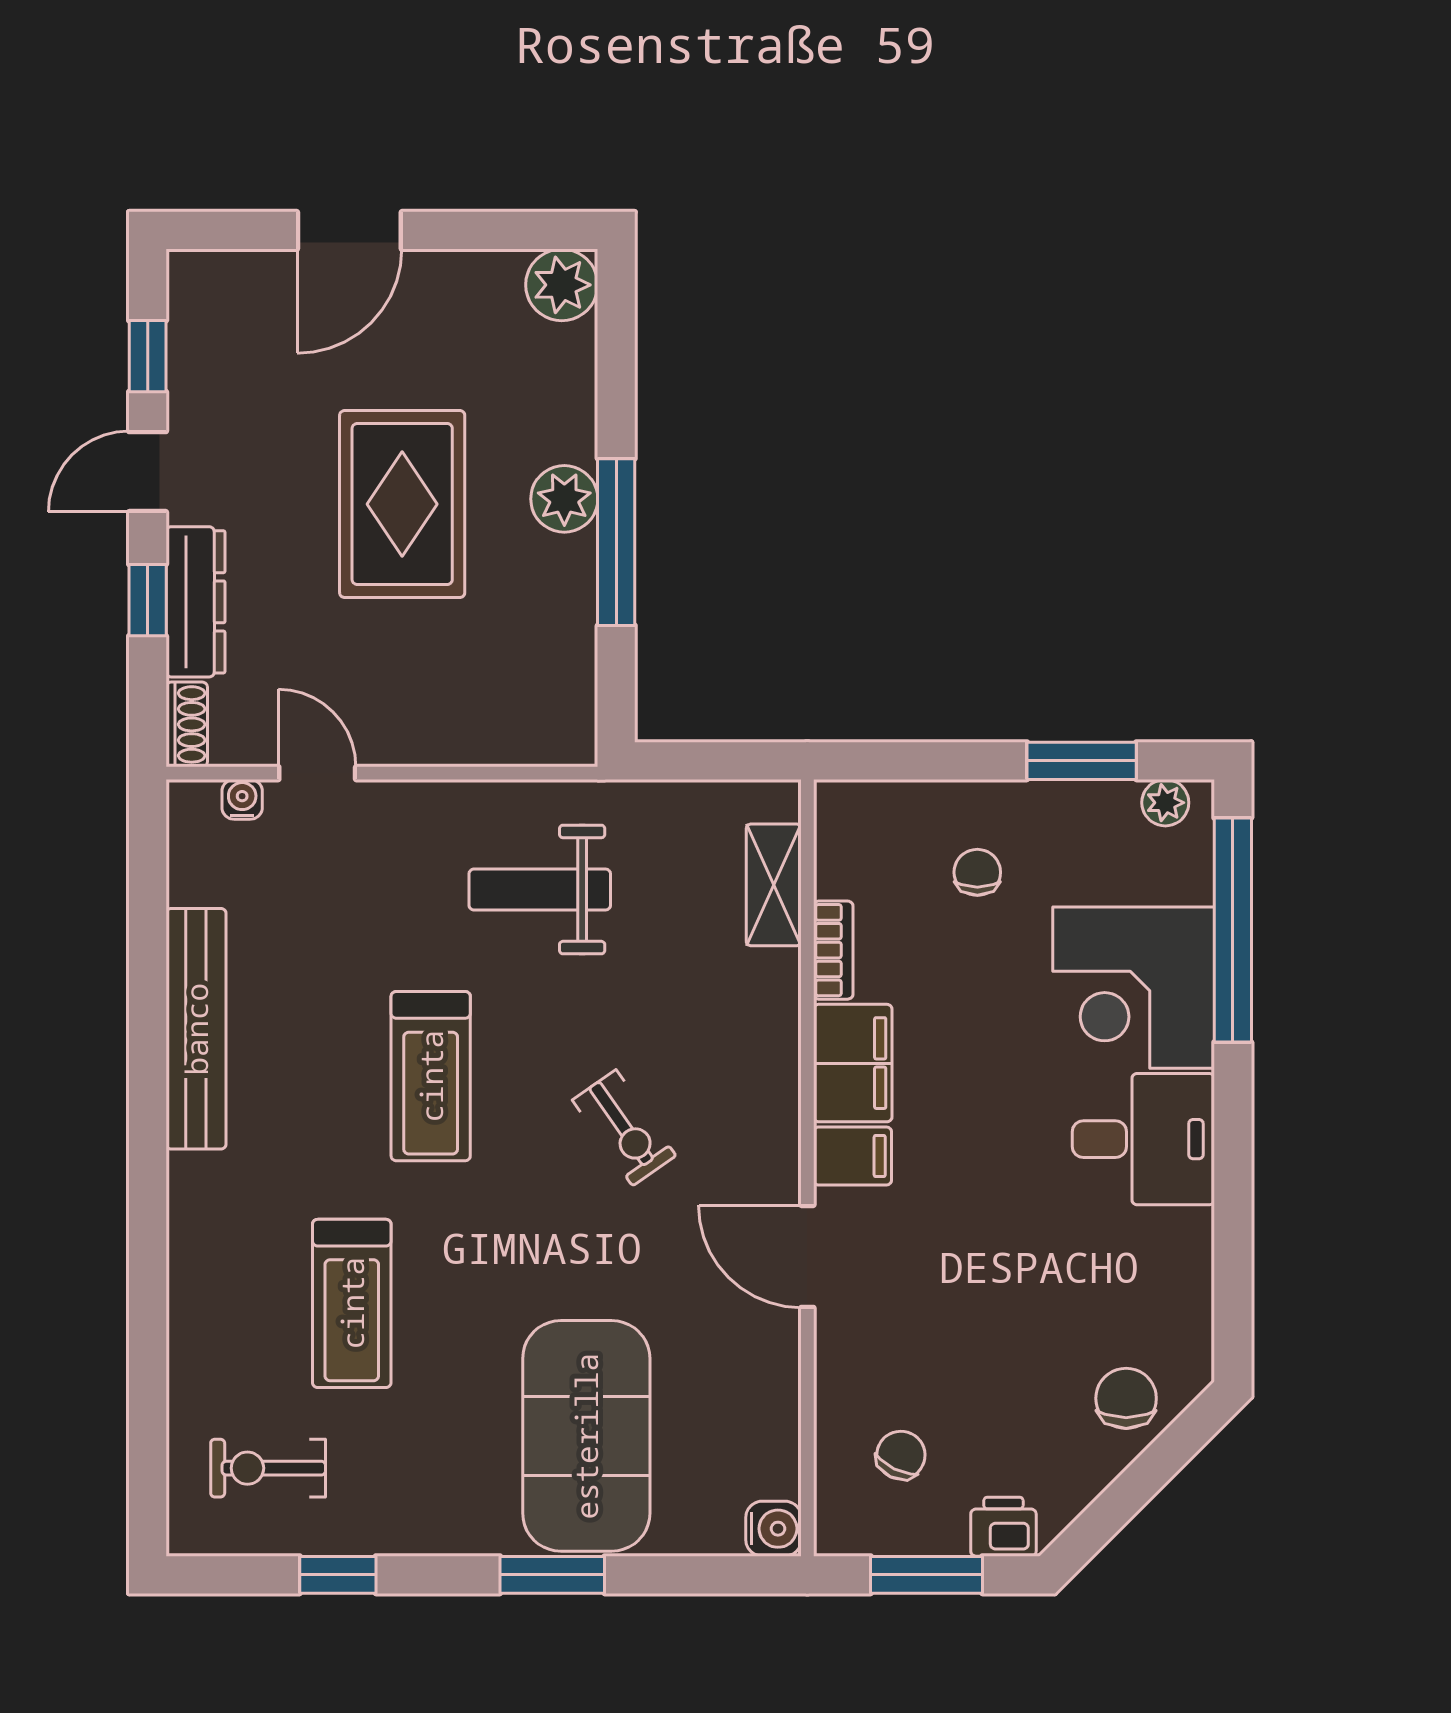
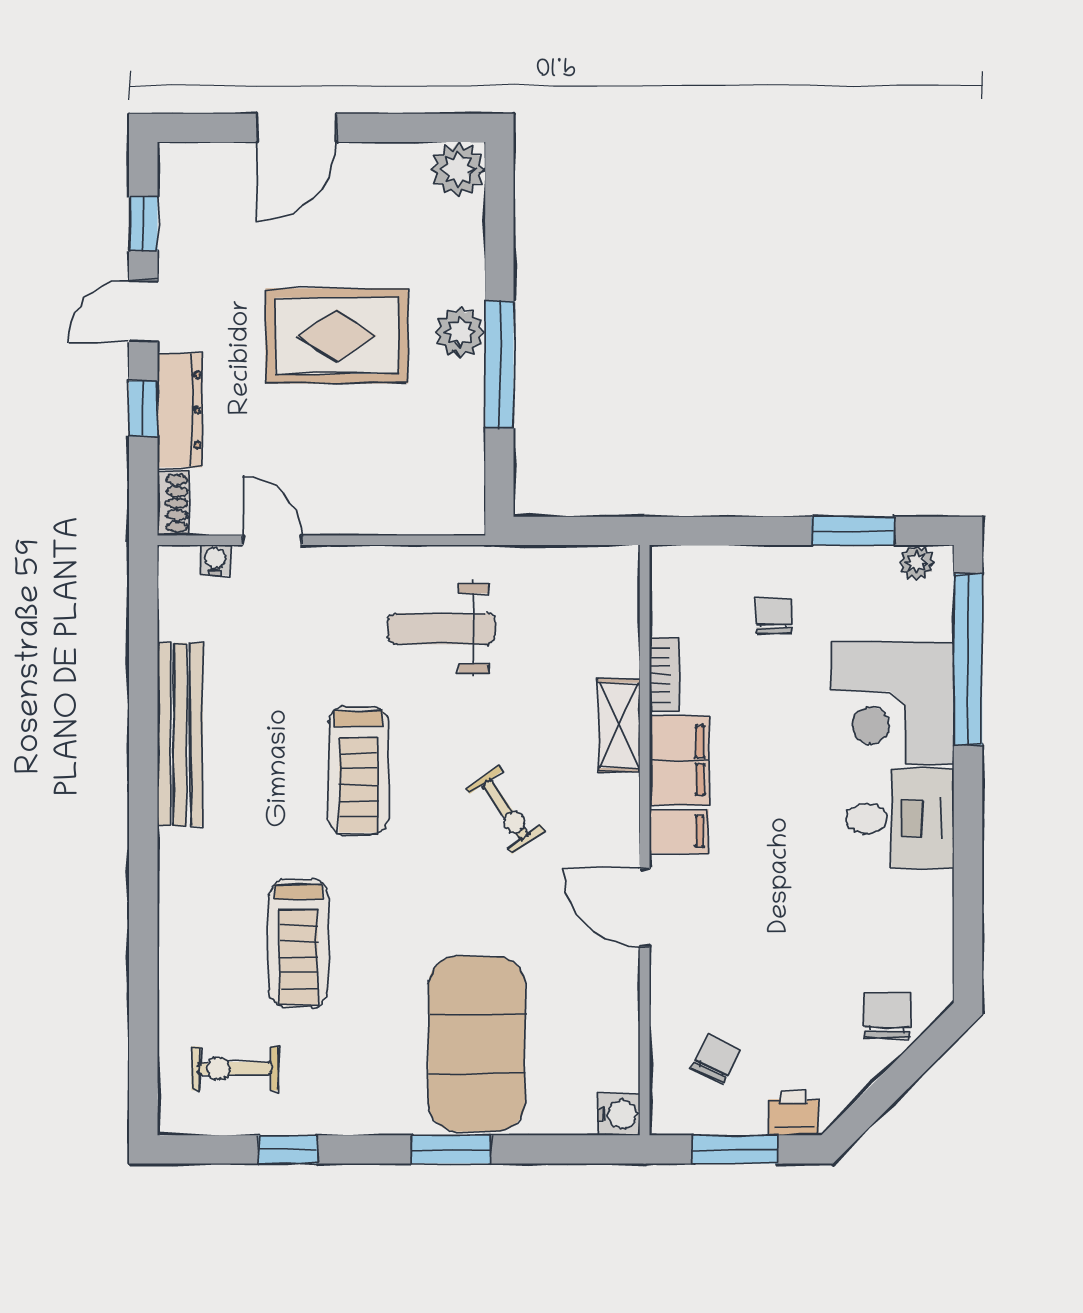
rug: (402, 504) -> (337, 336), turned 90
shelving: (774, 885) -> (619, 725), moved

